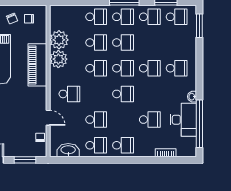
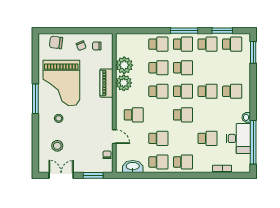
piano: (37, 65) -> (107, 83), width x0.73, depth x0.75

